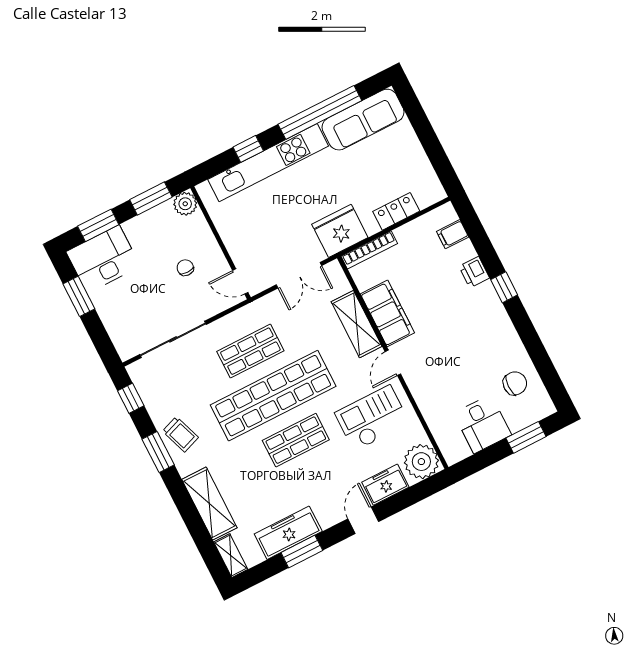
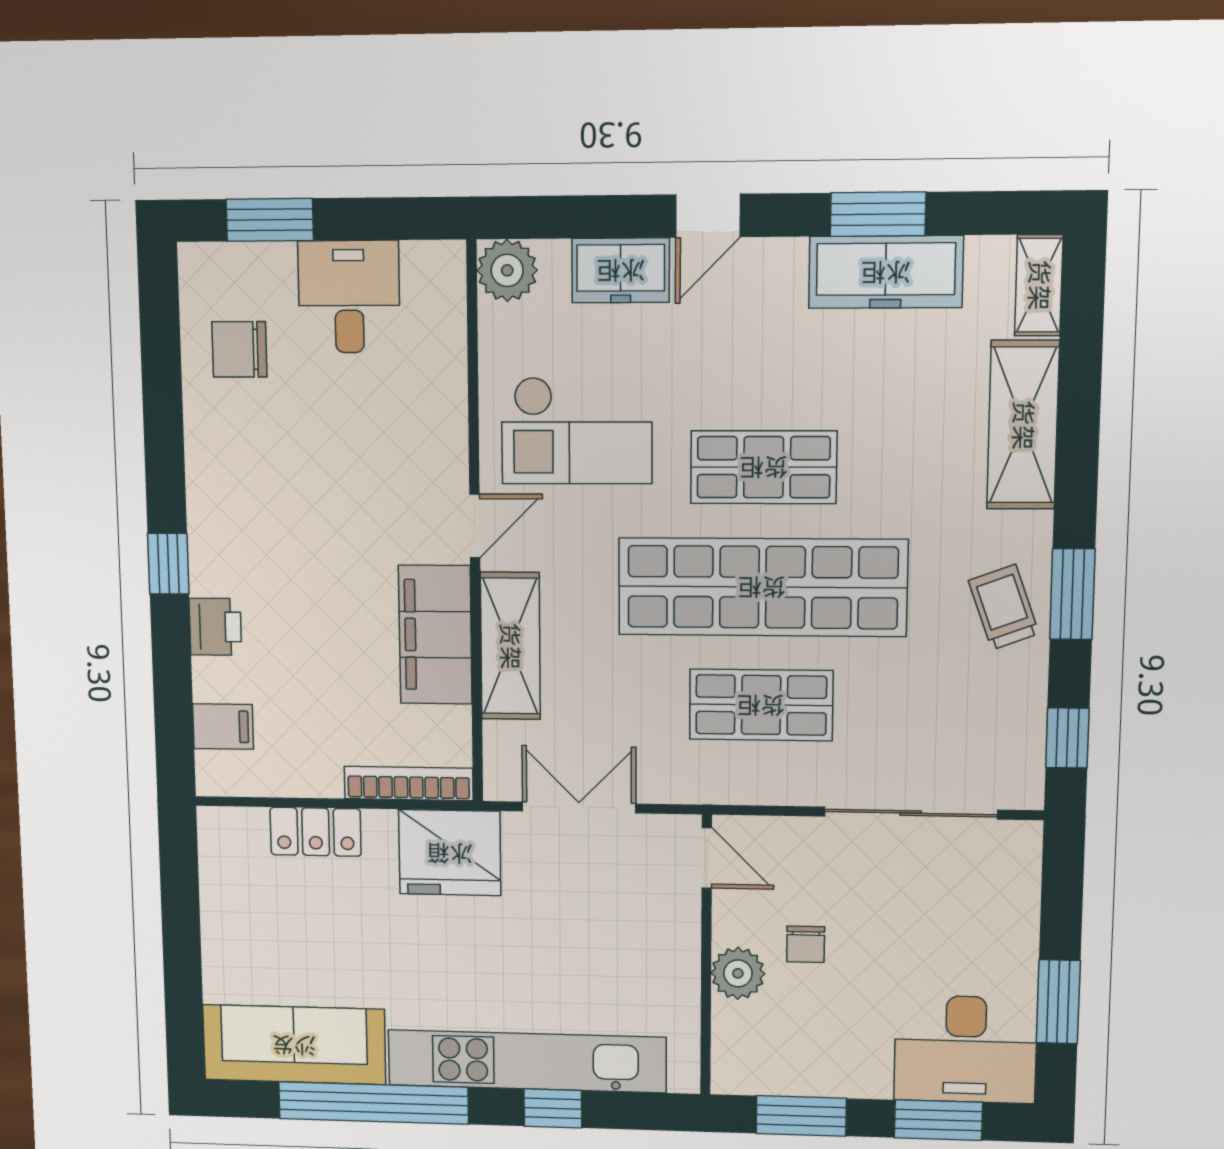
plant: (185, 204) -> (738, 973), moved
plant: (421, 462) -> (507, 270), width x0.73, depth x0.73

